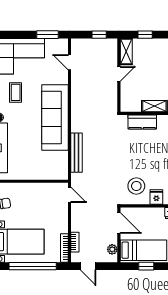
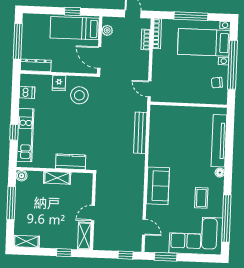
window: (99, 35) -> (126, 255), moved
sofa: (55, 117) -> (158, 186), width x0.54, depth x0.79
window: (33, 266) -> (191, 16), width x0.68

